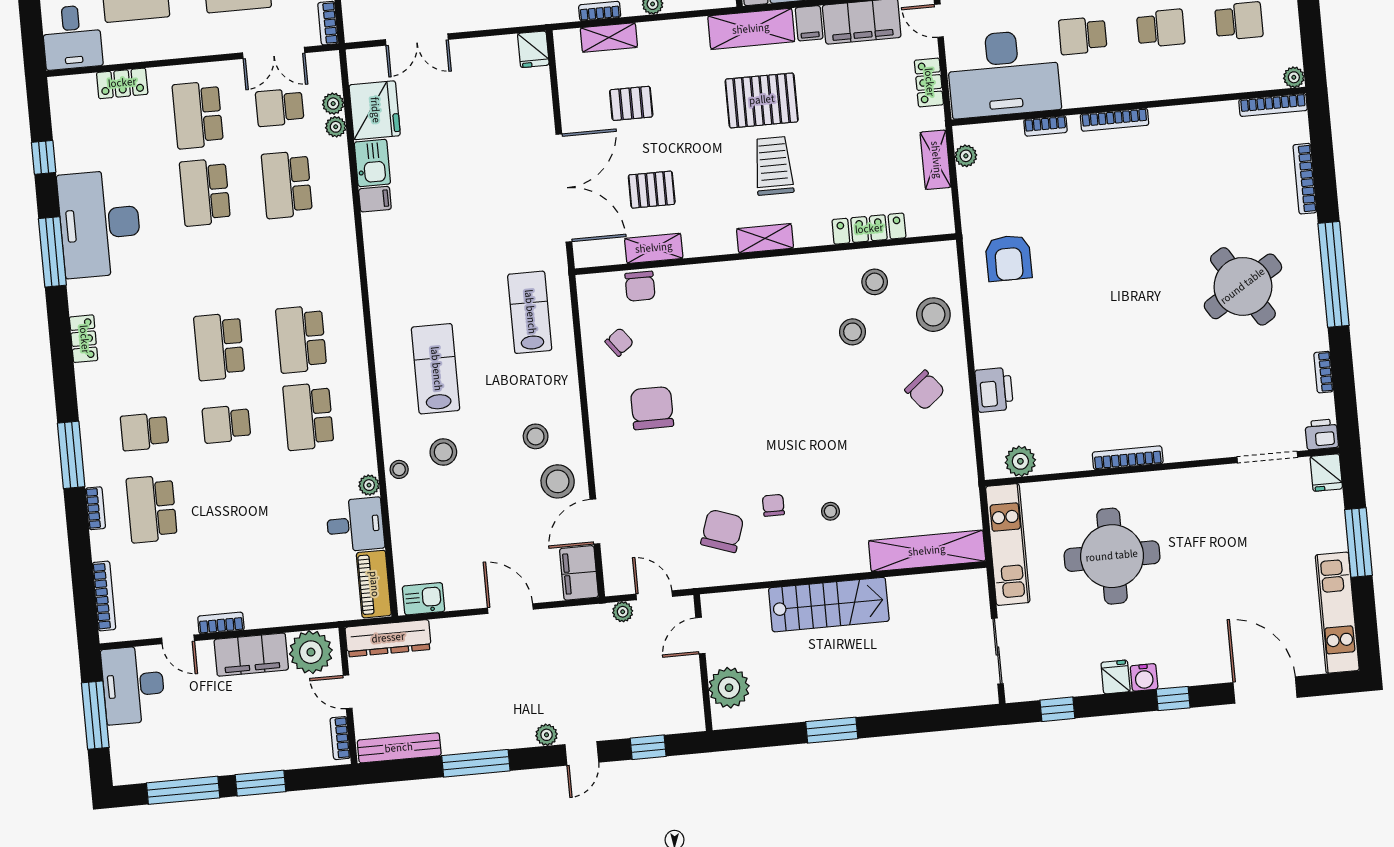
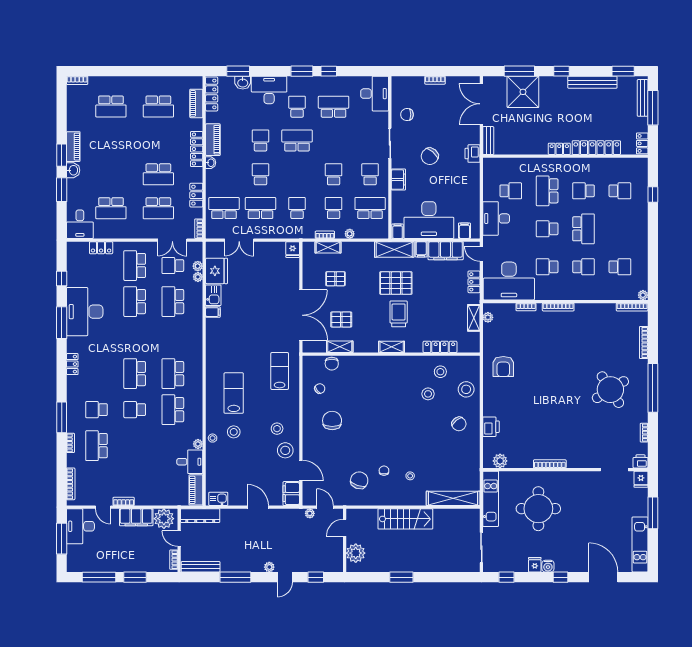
door: (595, 522) -> (301, 471), swing flipped

